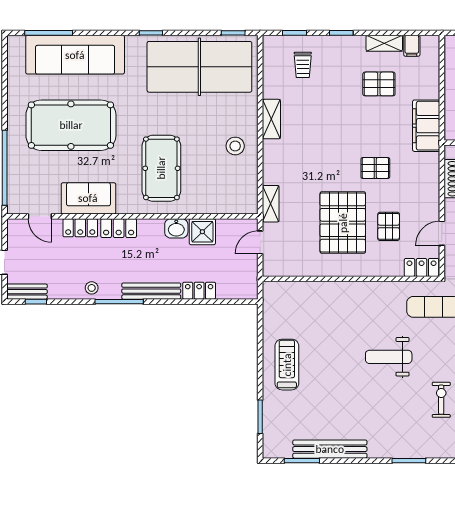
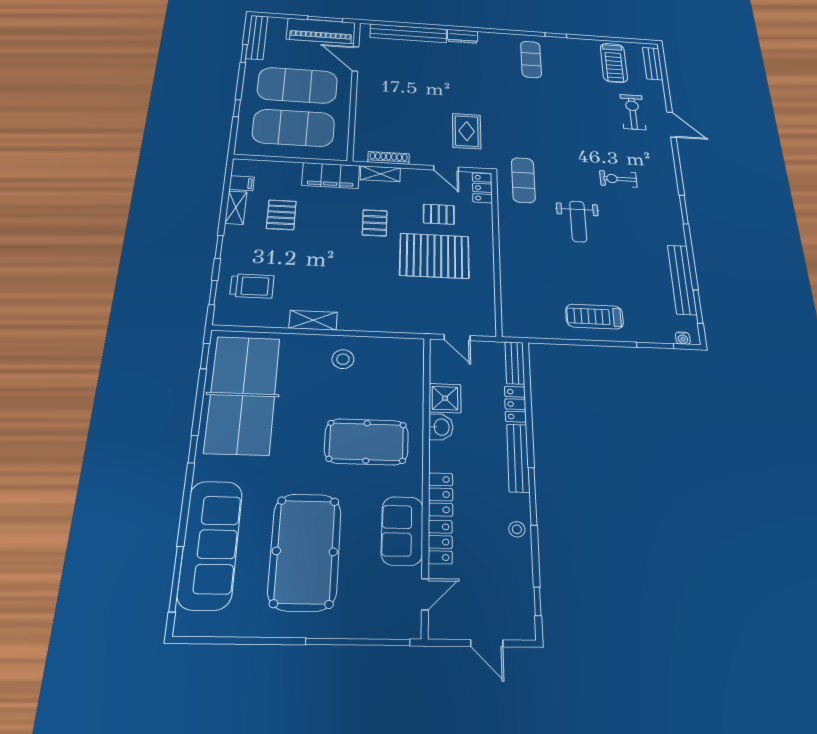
trolley: (303, 65) -> (252, 286), width x1.36, depth x1.39
shelving: (271, 204) -> (380, 174), moved
bench: (27, 292) -> (515, 363), moved
water cooler: (269, 443) -> (683, 338), added

